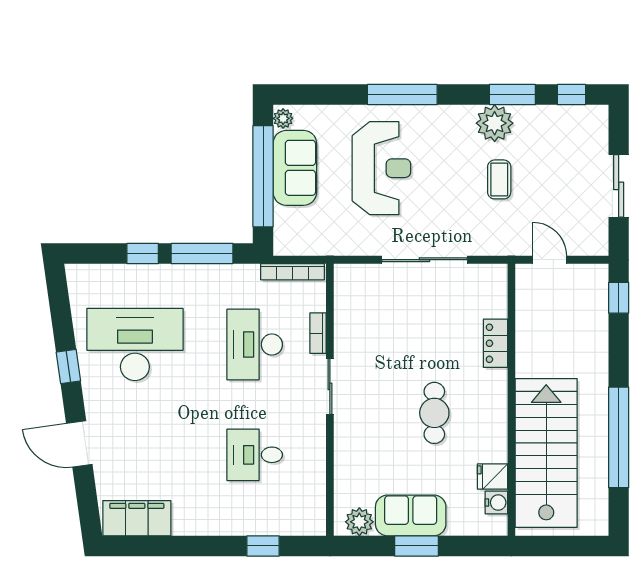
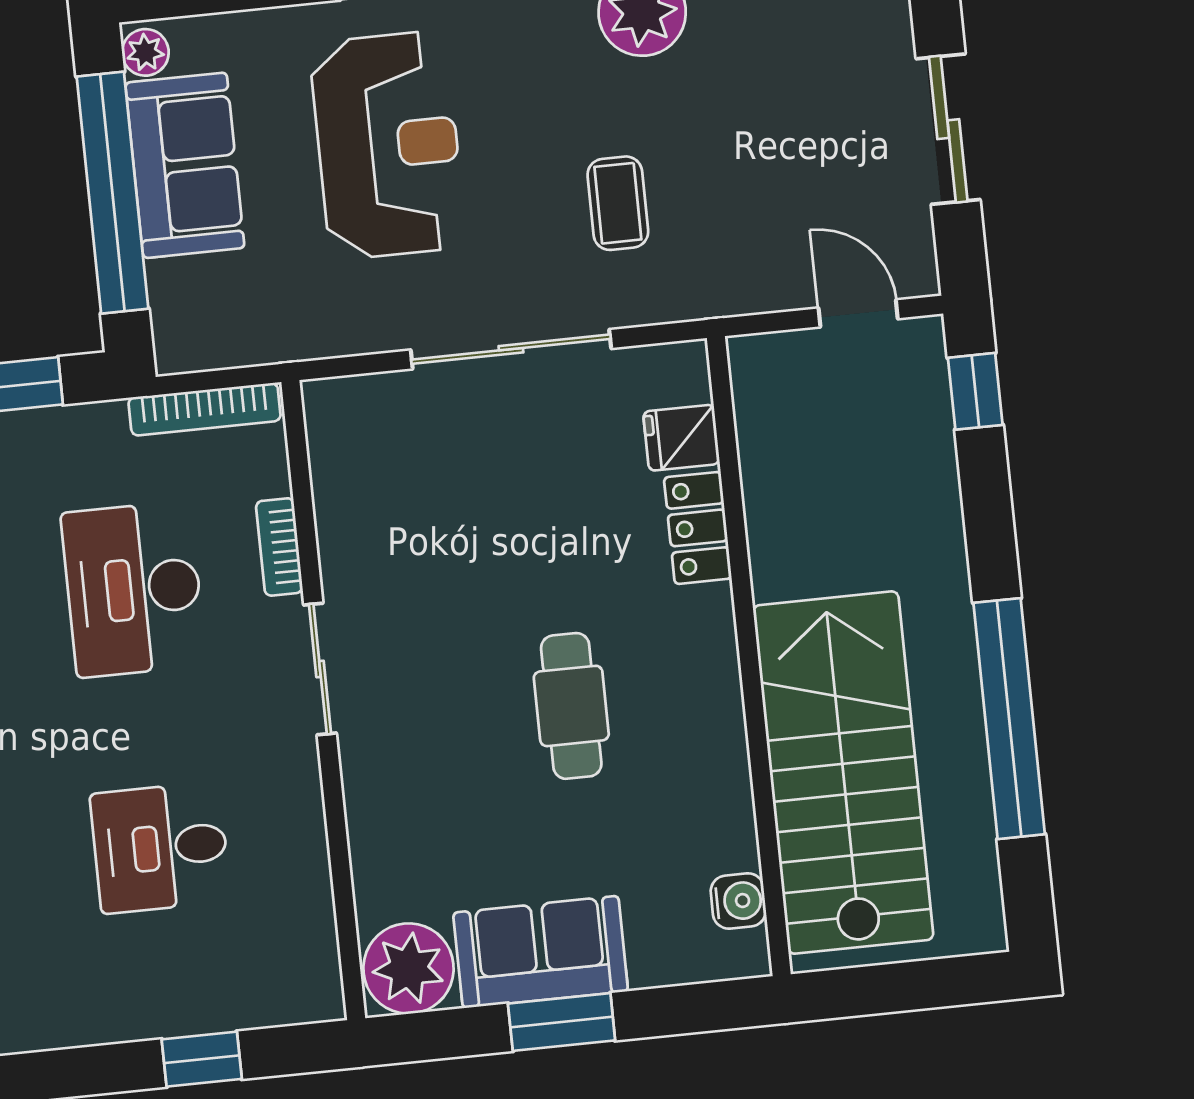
coffee table: (499, 179) -> (618, 203), moved
door: (550, 260) -> (858, 313), moved
fridge: (493, 477) -> (681, 438), moved
plant: (359, 522) -> (409, 969), width x1.36, depth x1.36

